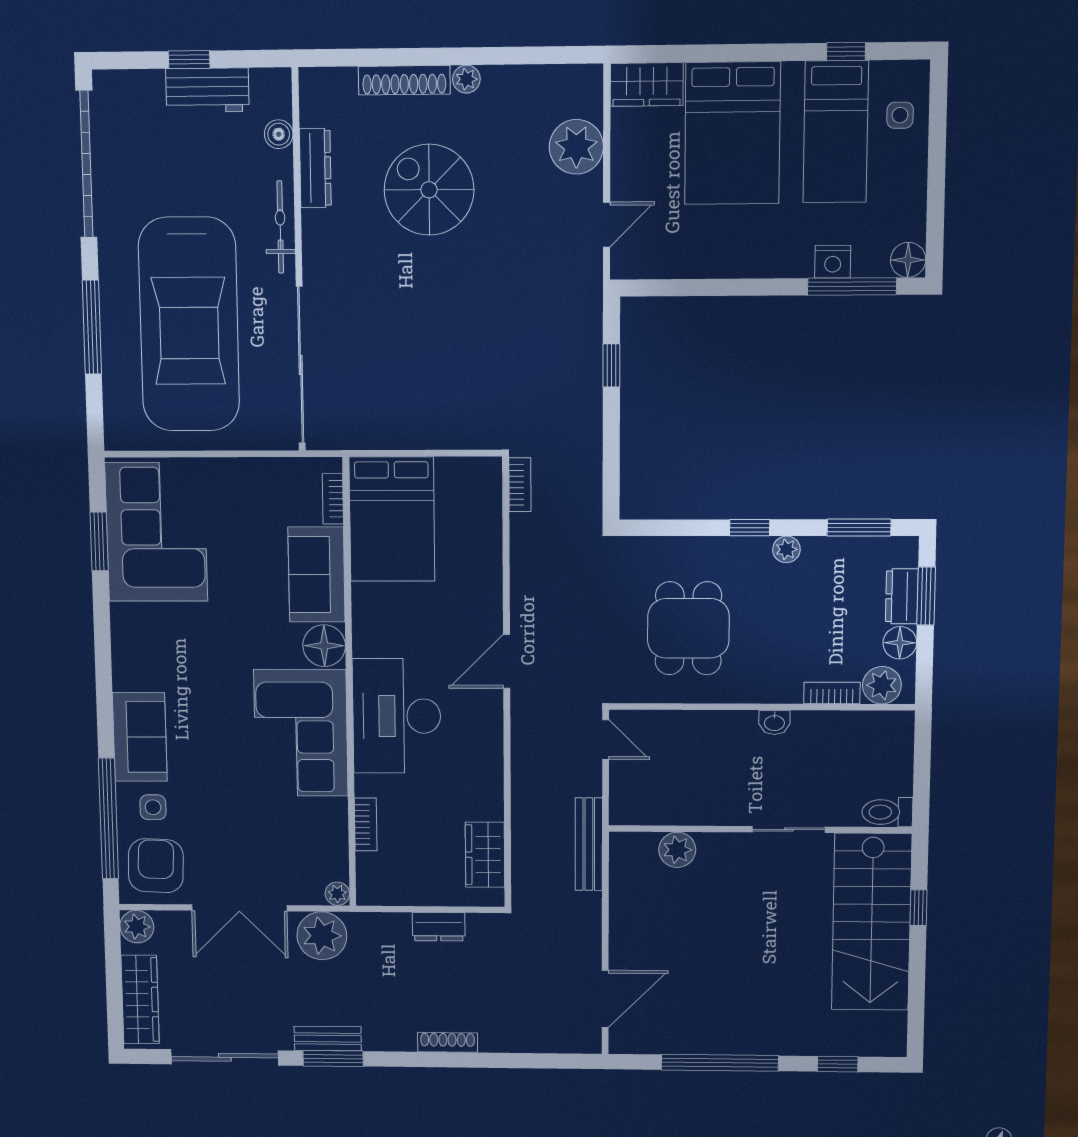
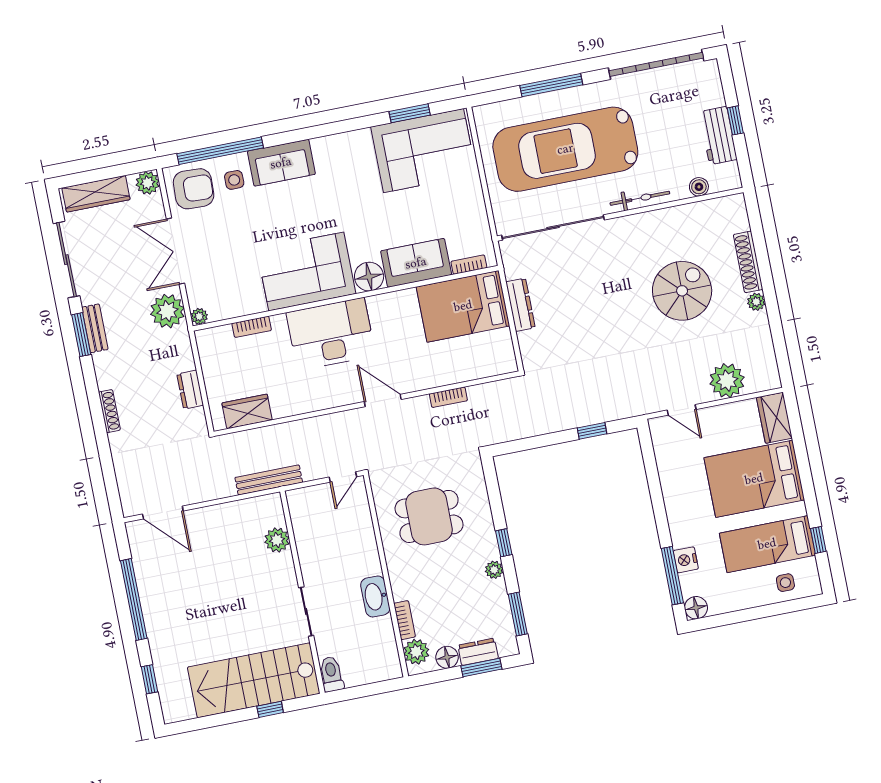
dresser: (315, 168) -> (520, 305), moved, turned -90
bookcase: (520, 485) -> (448, 397), moved
washbasin: (774, 722) -> (375, 596), width x1.91, depth x1.45

